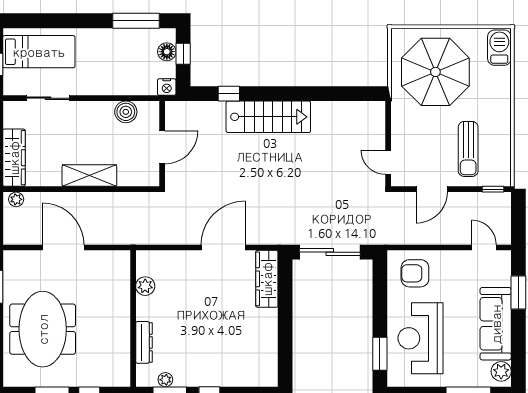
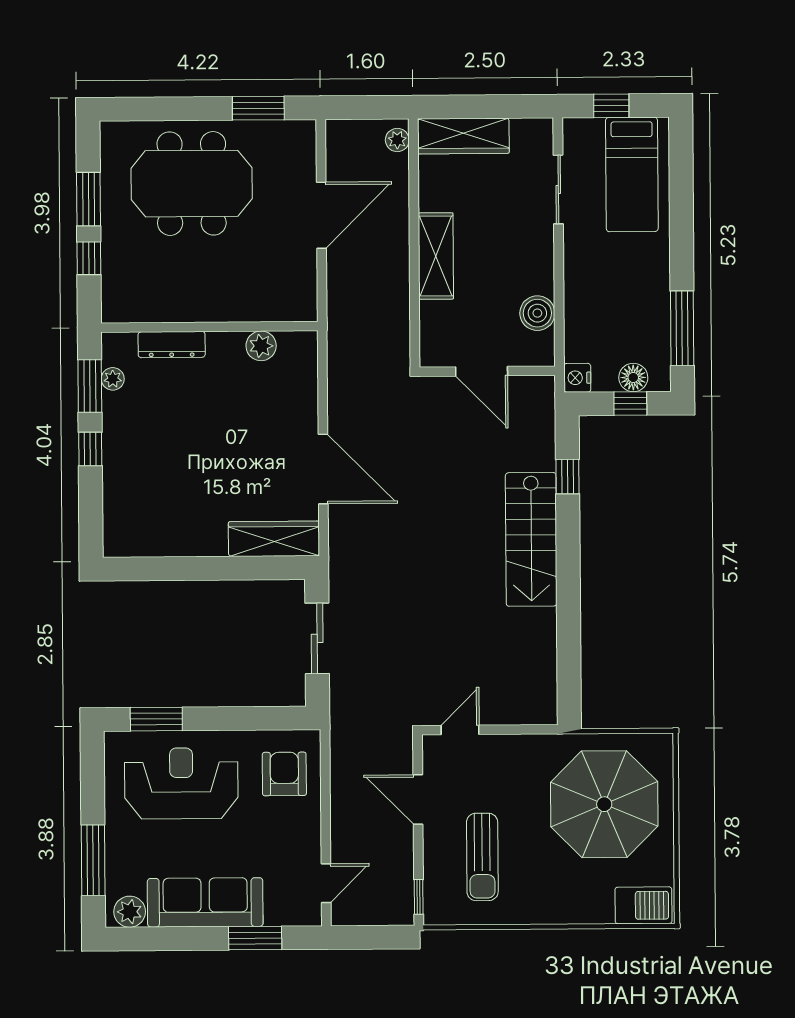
sun lounger: (468, 149) -> (482, 857), turned -90
sliding door: (330, 252) -> (317, 638), width x0.73

